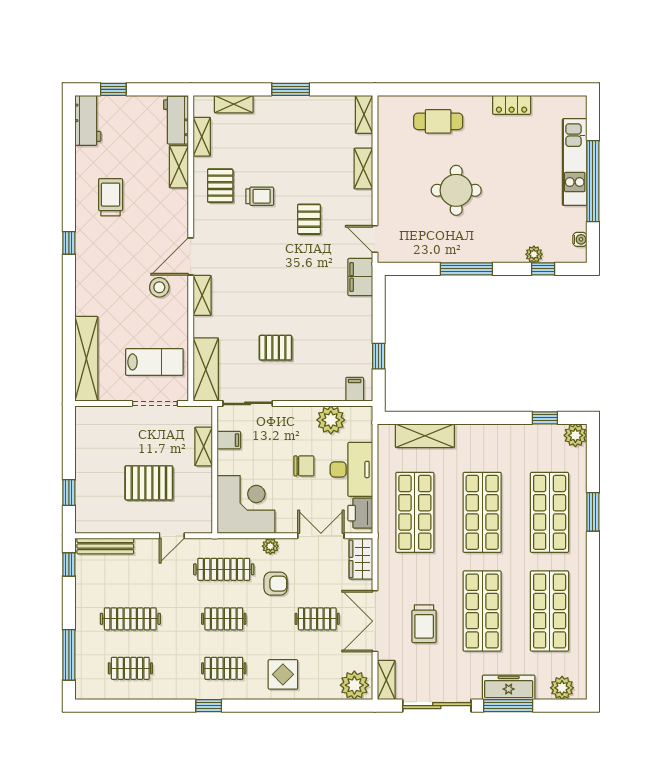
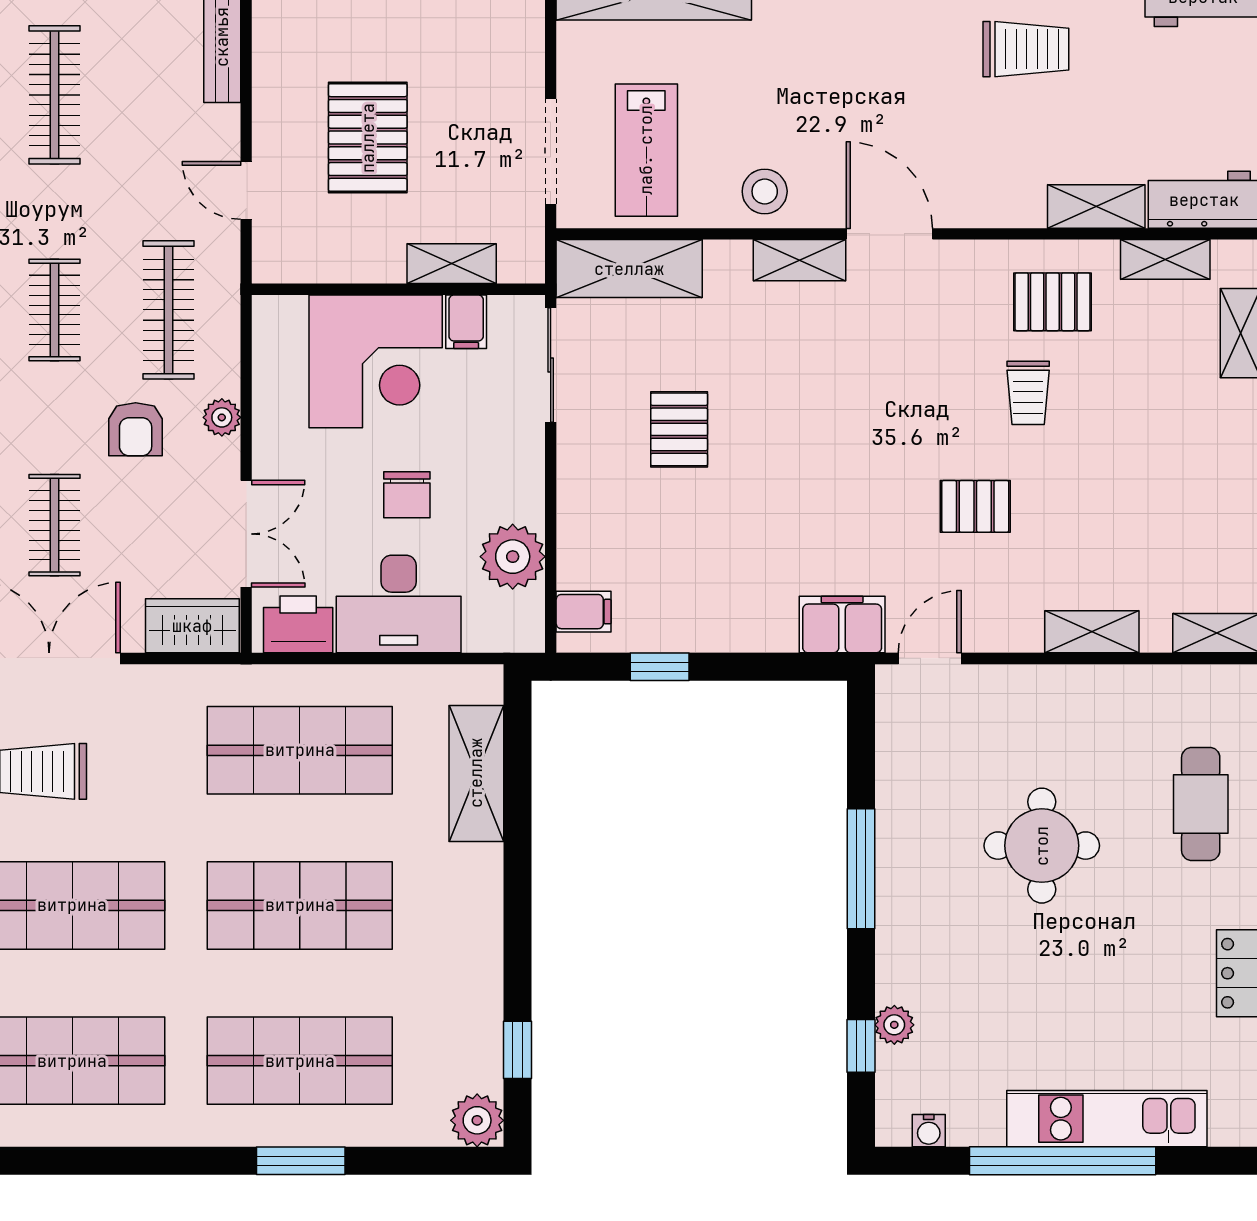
stool: (159, 287) -> (765, 191), moved
corner desk: (246, 504) -> (376, 361), moved

